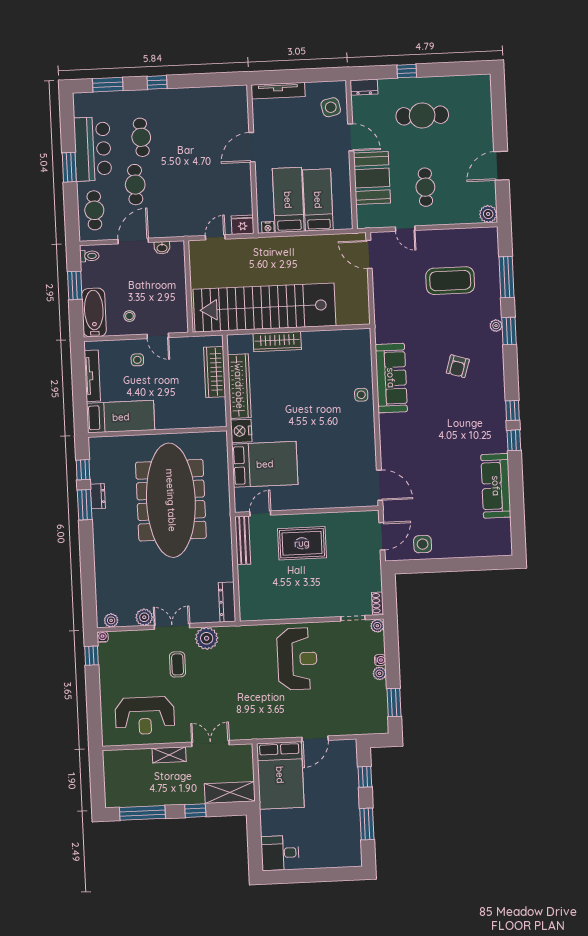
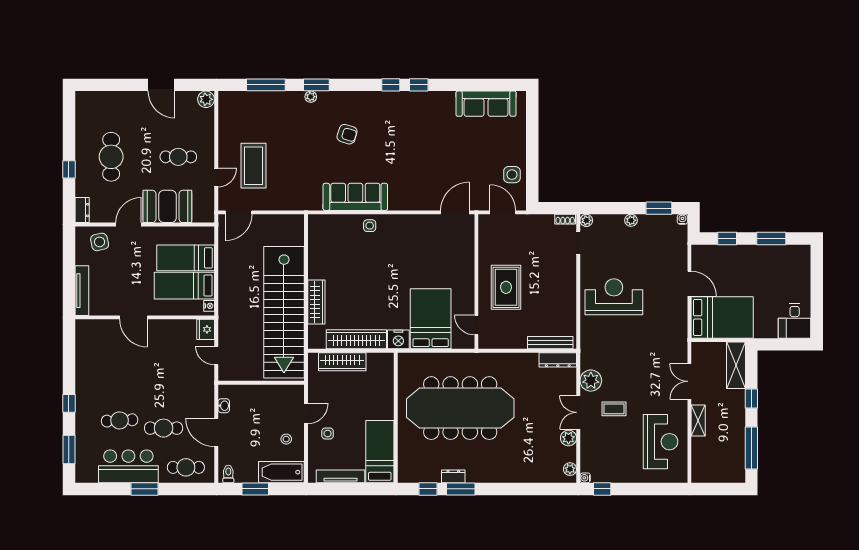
coffee table: (450, 281) -> (254, 166), moved
sofa: (496, 486) -> (486, 104), moved
bench: (243, 540) -> (550, 343), moved
water cooler: (380, 660) -> (682, 219), moved

